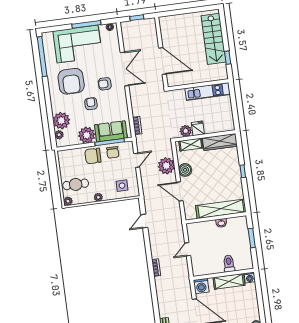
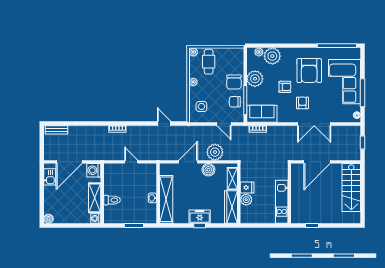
stairs: (214, 39) -> (351, 188), moved, turned -90
armchair: (71, 81) -> (309, 71), turned -90
sofa: (111, 131) -> (262, 114), moved, turned -90
plant: (186, 131) -> (246, 200), moved
chair: (93, 156) -> (234, 82), turned 180
freezer: (234, 173) -> (200, 217), added

